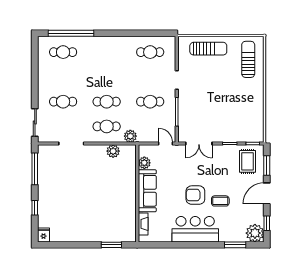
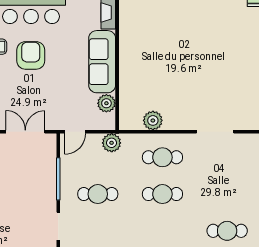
cafe table: (63, 102) -> (227, 231), moved
plant: (130, 136) -> (112, 143), moved
door: (166, 144) -> (75, 132), hinge flipped
armchair: (195, 195) -> (31, 55), turned -90

